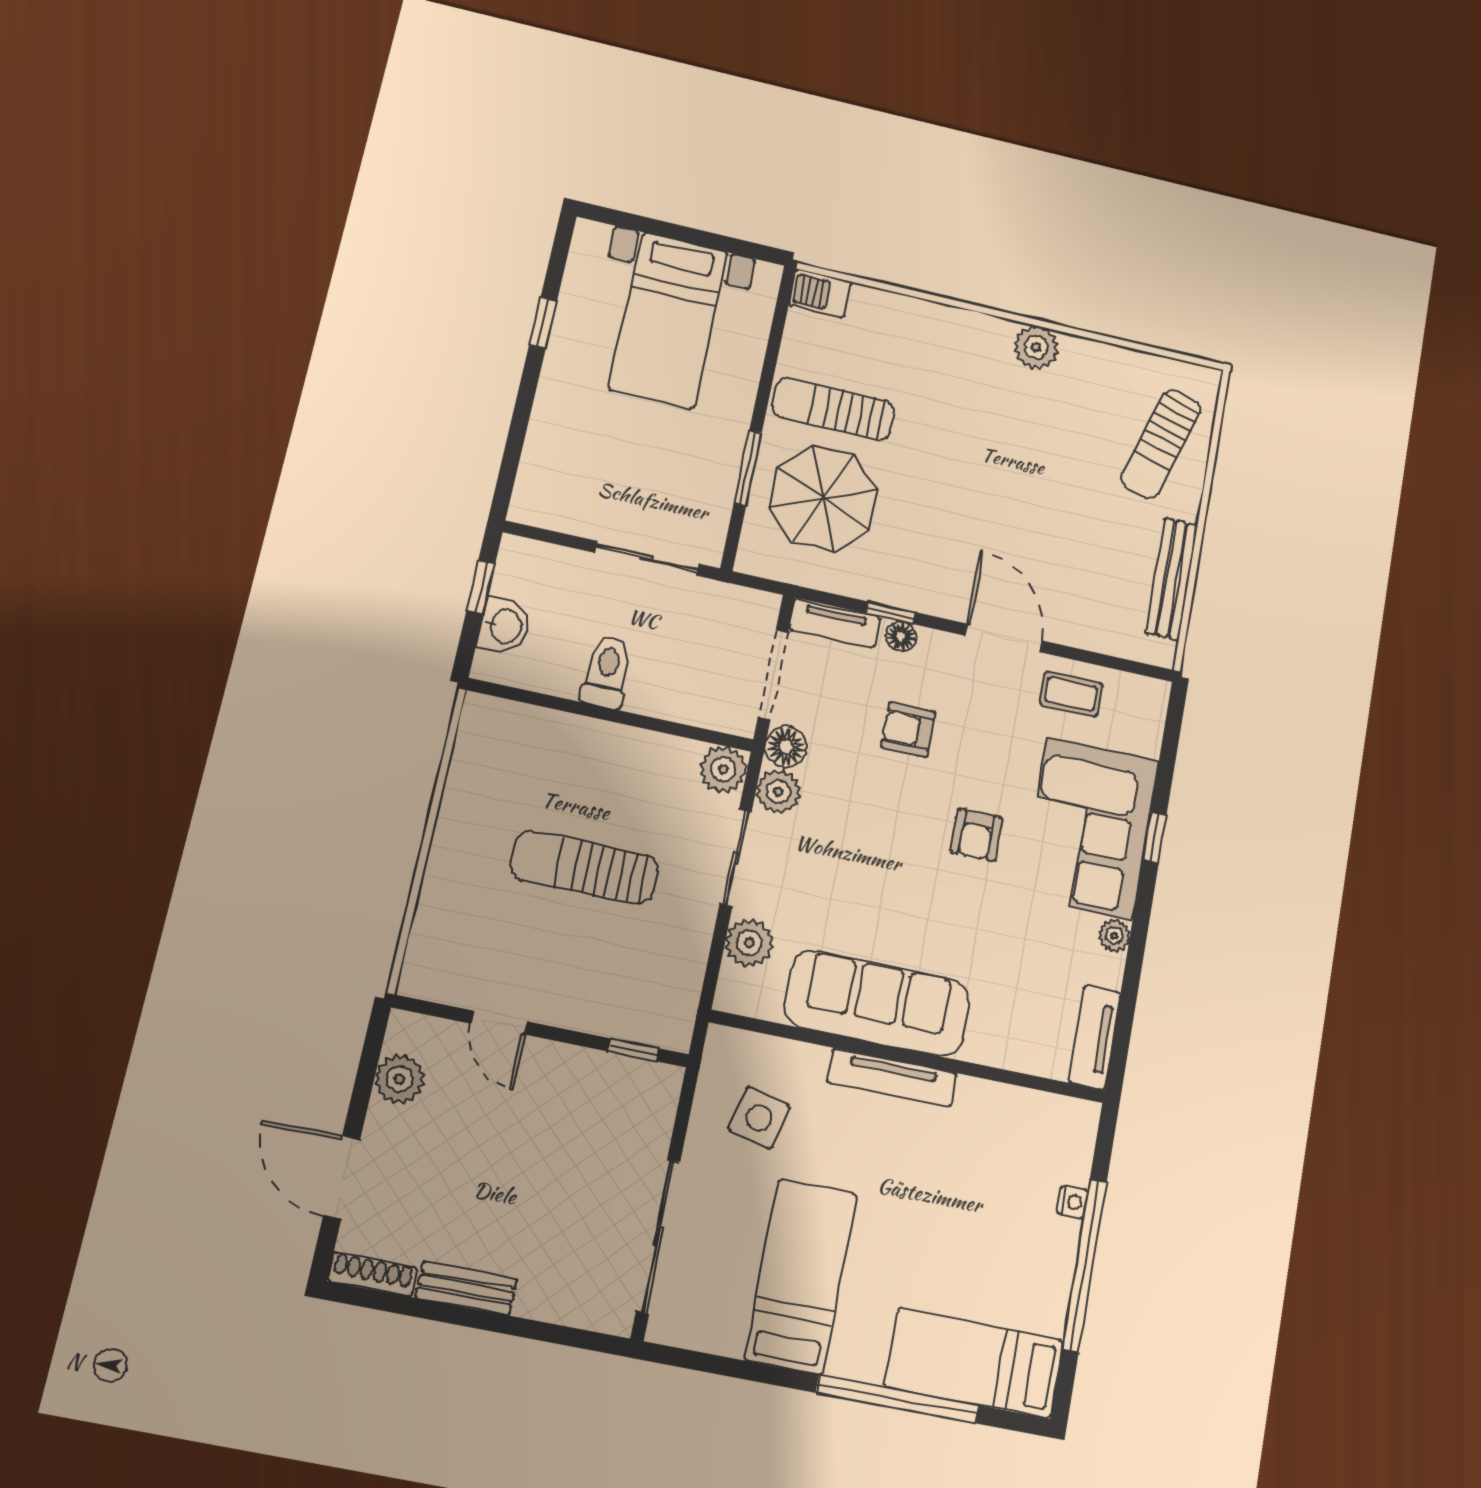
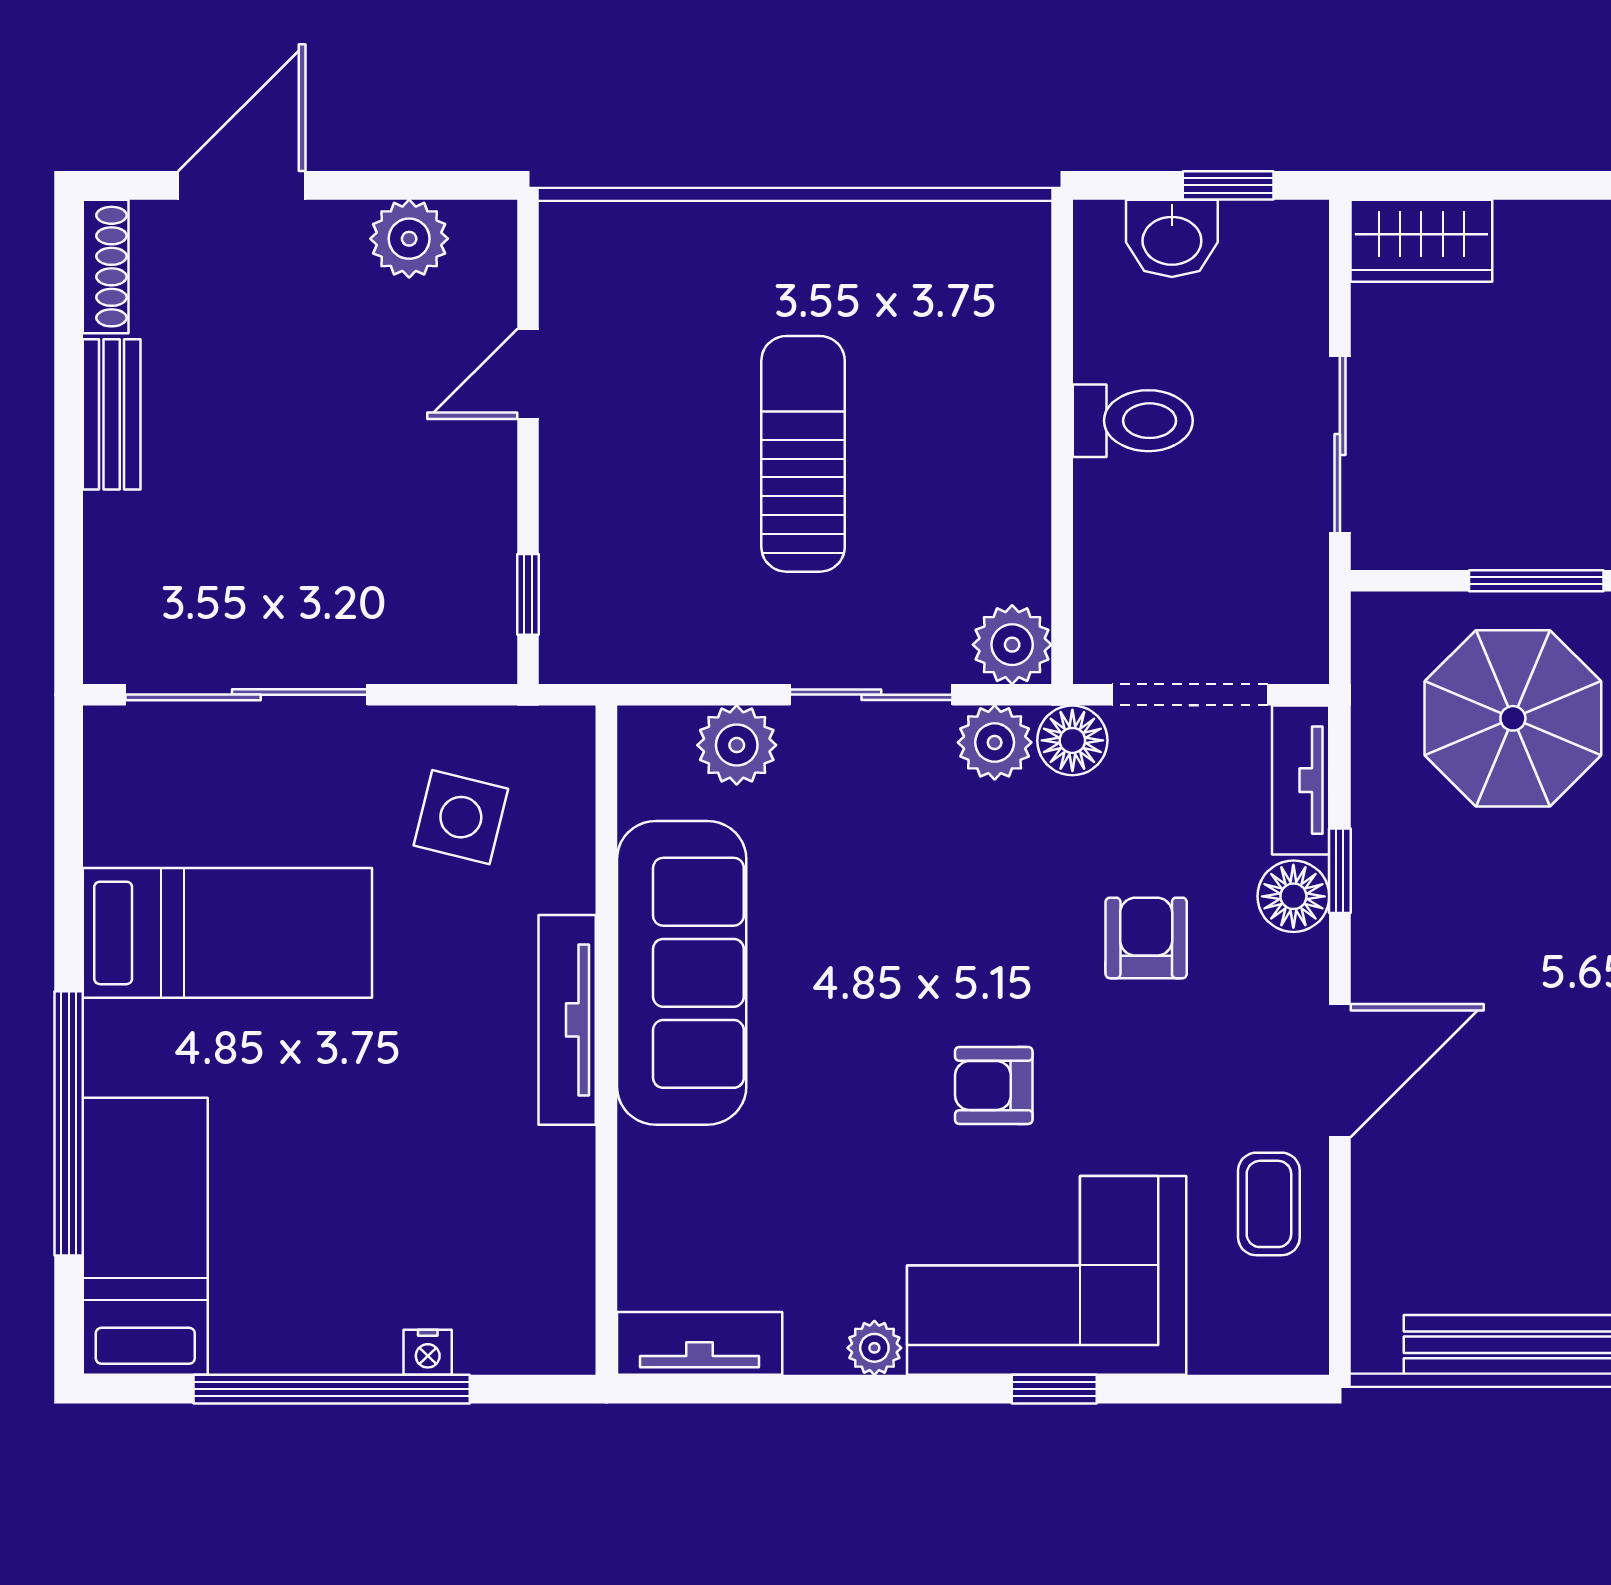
wardrobe: (538, 487) -> (1421, 241), added
floor lamp: (901, 636) -> (1293, 896), width x1.37, depth x1.37

